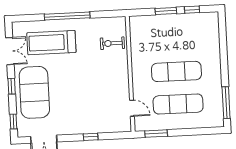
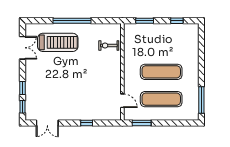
window: (166, 11) -> (145, 21), moved
treadmill: (51, 43) -> (58, 42), turned 180
window: (12, 86) -> (23, 88), moved
exercise mat: (34, 92) -> (41, 83), removed

